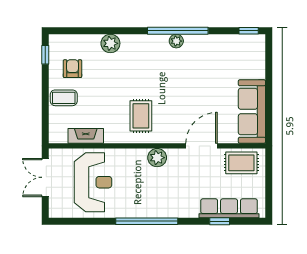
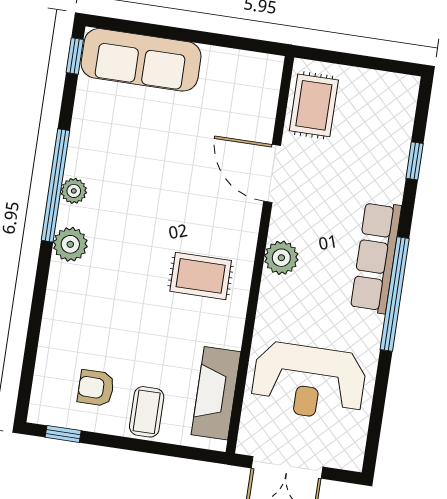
plant: (110, 43) -> (70, 244), moved
sofa: (252, 112) -> (141, 60), moved
fireplace: (86, 136) -> (216, 393), width x1.37, depth x1.32
reception desk: (93, 182) -> (309, 381), turned 180
row of seats: (229, 208) -> (376, 257), moved

